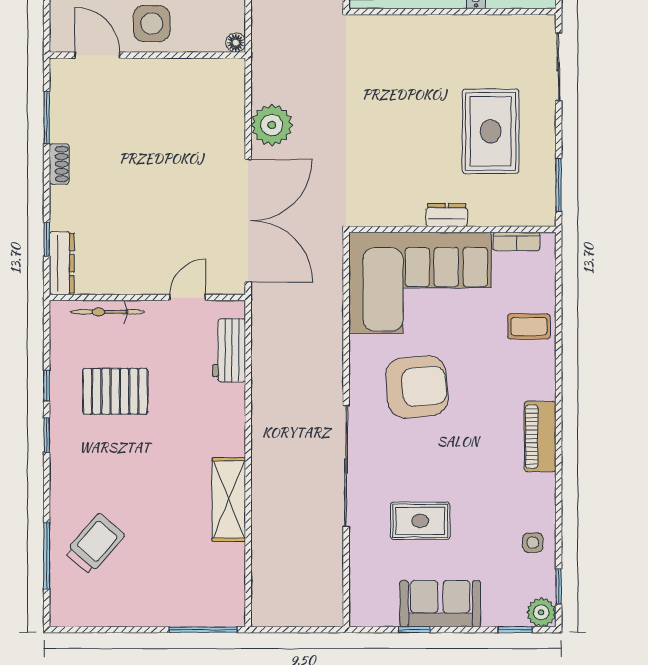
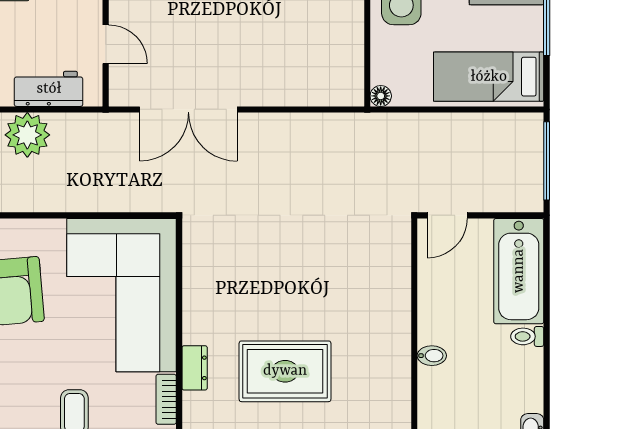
plant: (272, 125) -> (27, 135), moved
dresser: (447, 215) -> (195, 368), moved
double door: (248, 221) -> (188, 109), width x0.73

